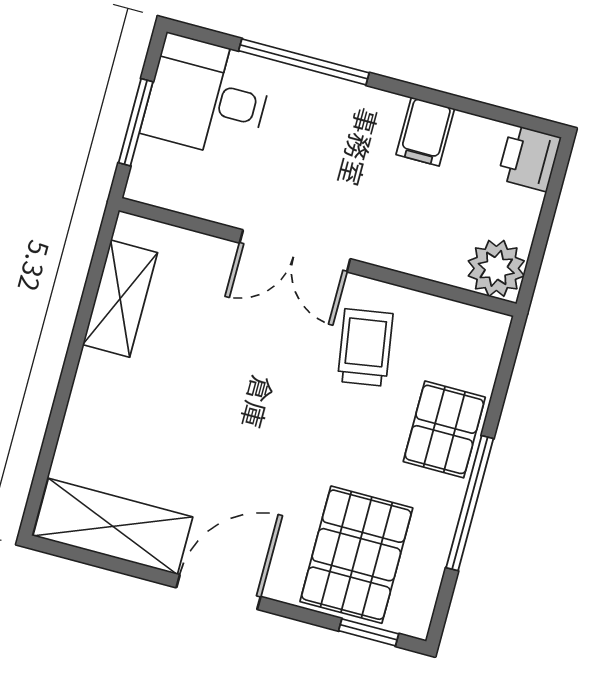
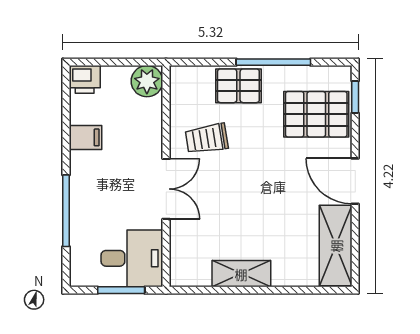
desk: (208, 97) -> (132, 258), moved, turned -90
shelving: (120, 299) -> (241, 274), moved

